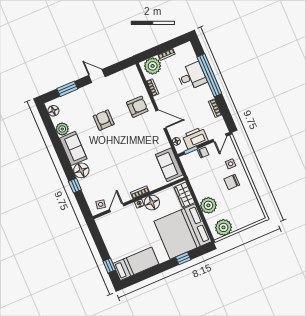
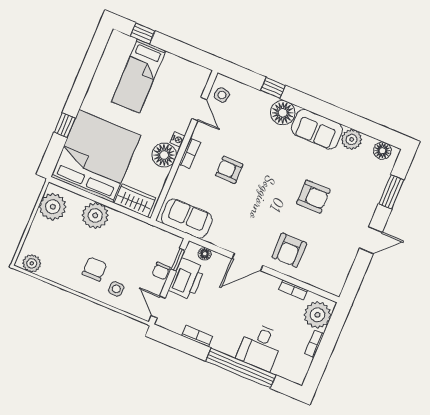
armchair: (130, 168) -> (229, 170), added
plant: (257, 211) -> (32, 263), added
bed: (136, 264) -> (138, 76), moved

